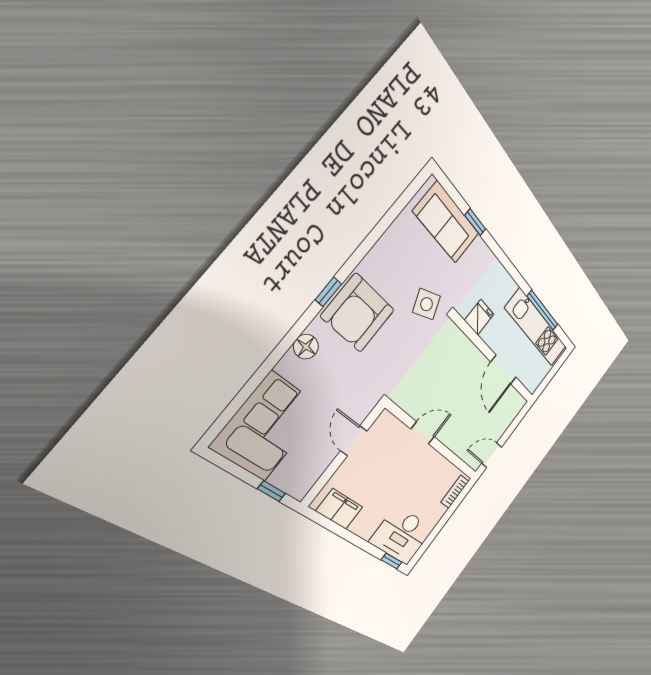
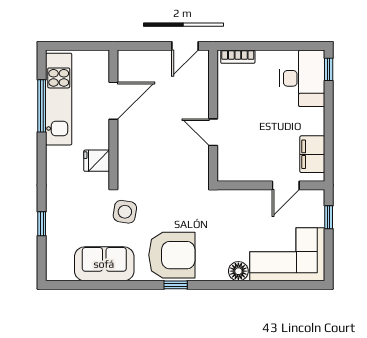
sofa: (447, 223) -> (104, 264), moved, turned -90
side table: (427, 304) -> (125, 212), turned 32
floor lamp: (306, 347) -> (238, 271), moved
door: (354, 441) -> (286, 185), moved
door: (492, 455) -> (185, 46), hinge flipped

